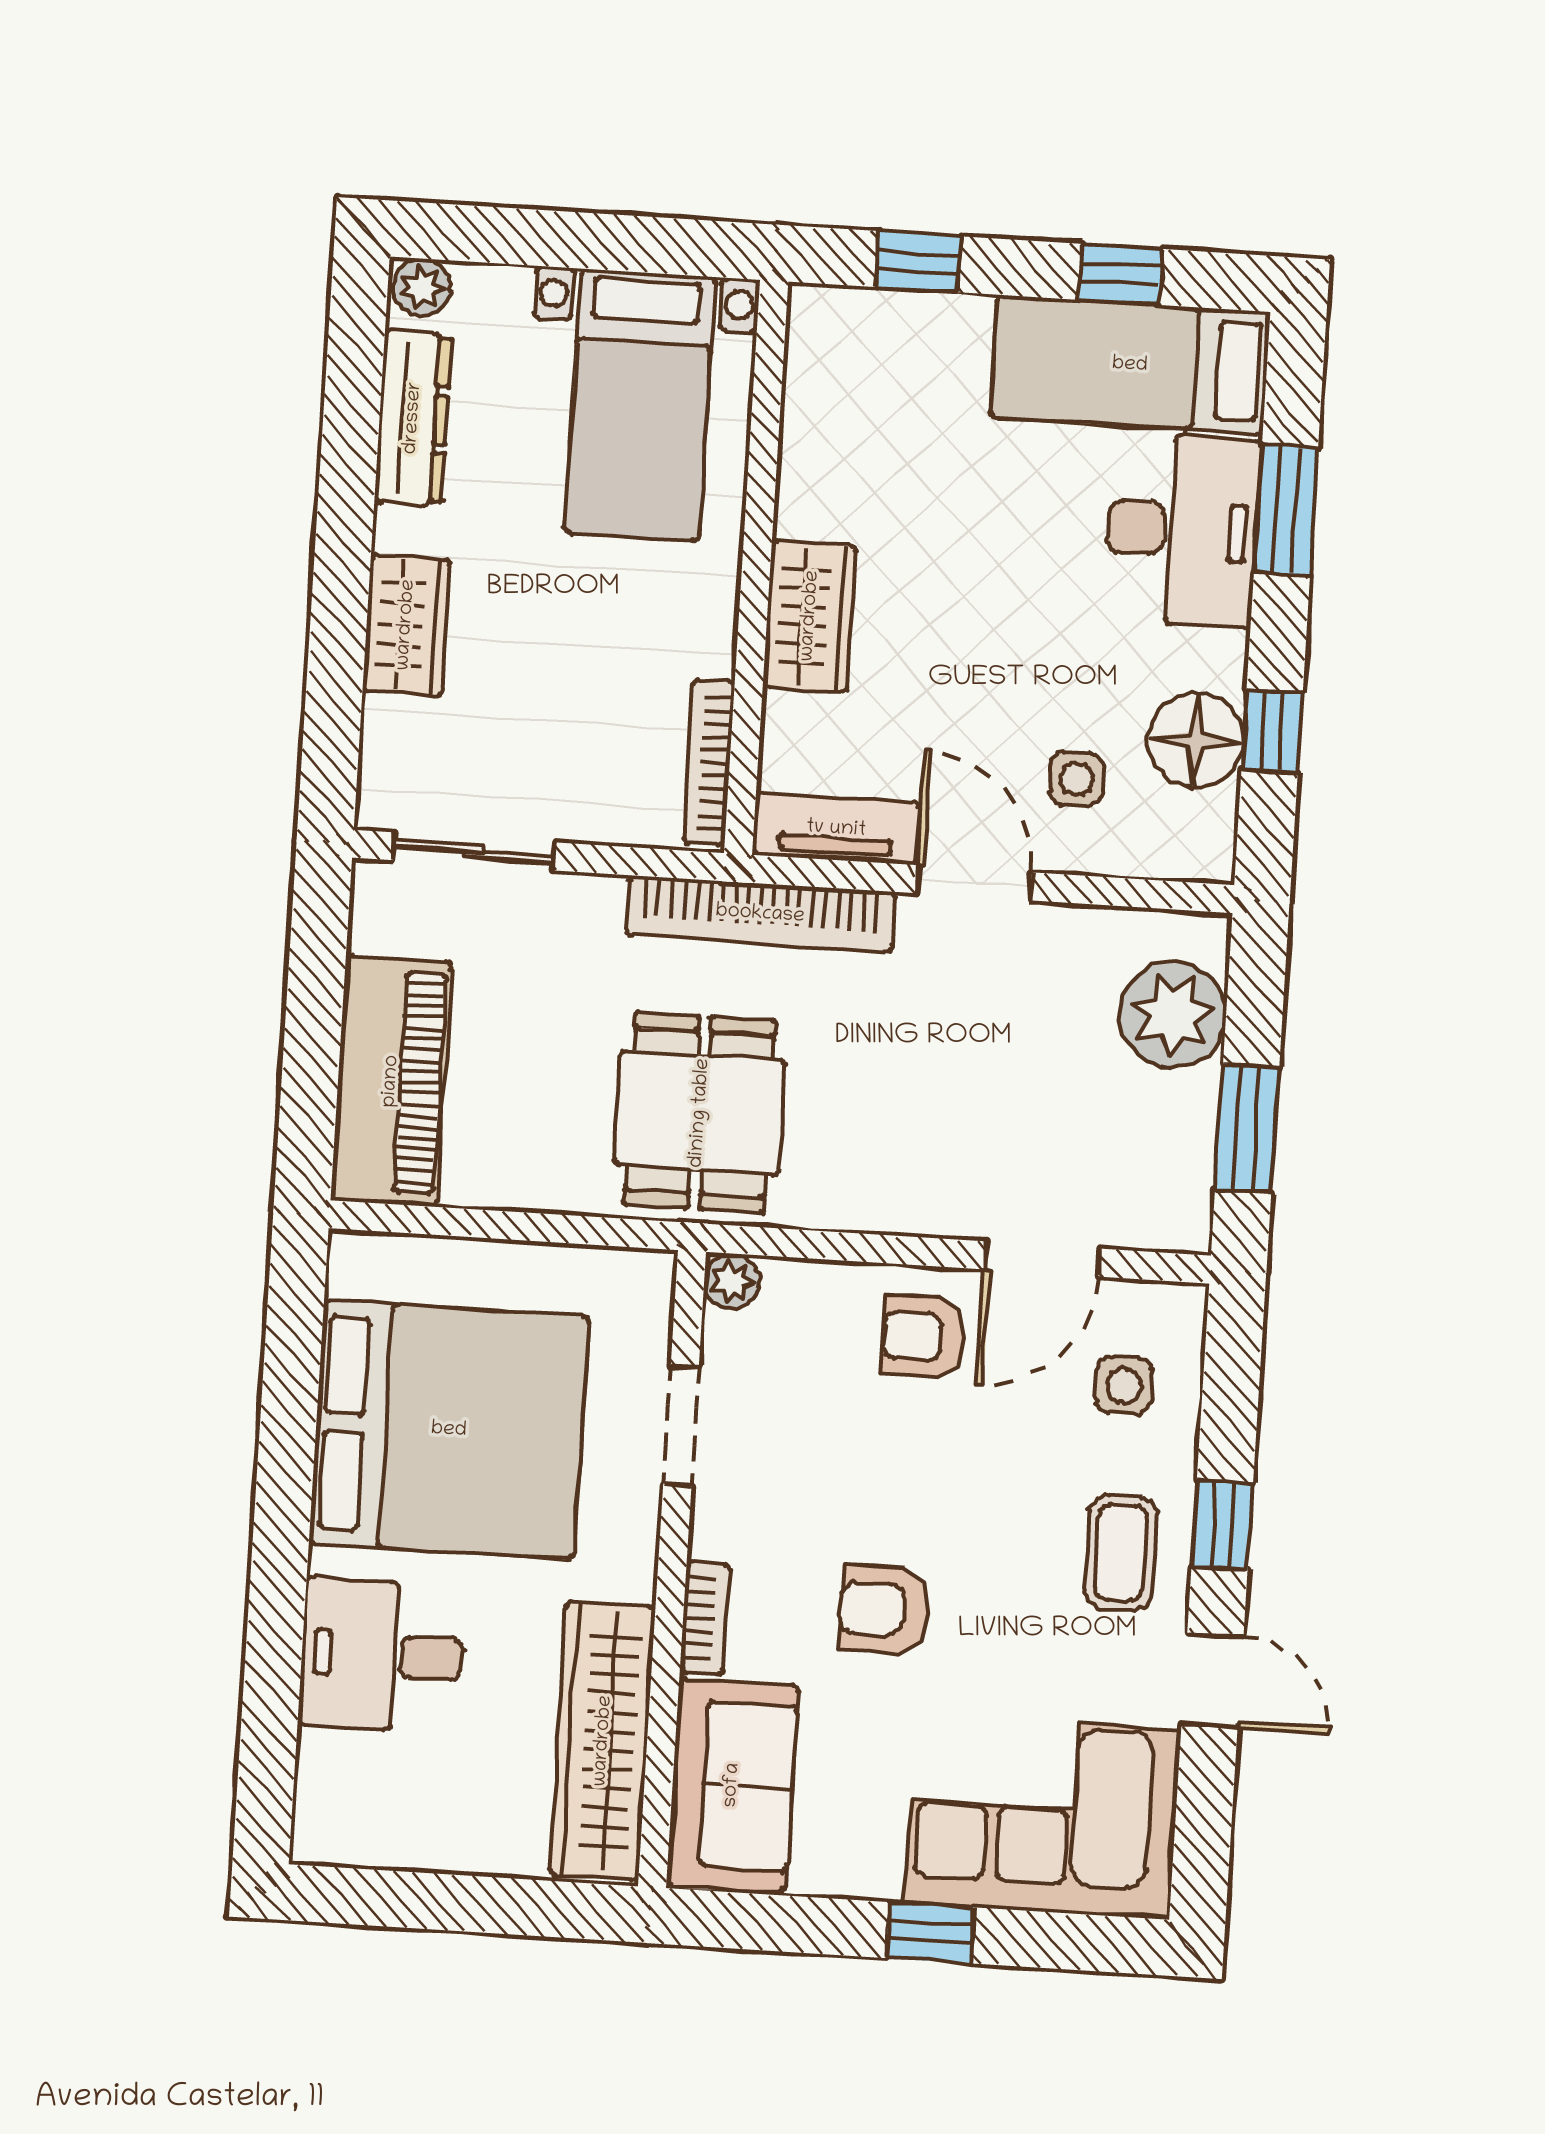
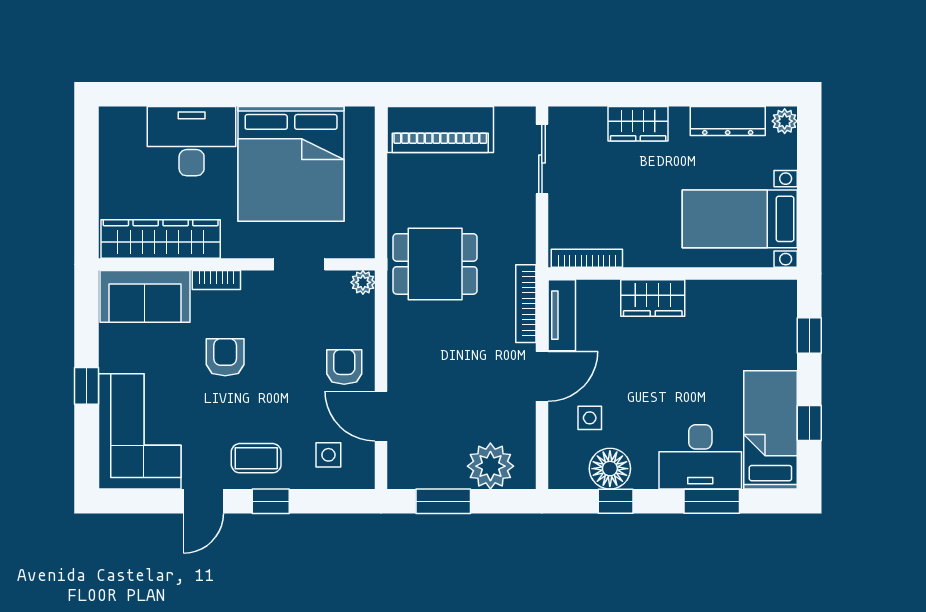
bookcase: (760, 914) -> (526, 304), width x0.68, depth x0.76
desk: (382, 1655) -> (192, 141), width x1.37

